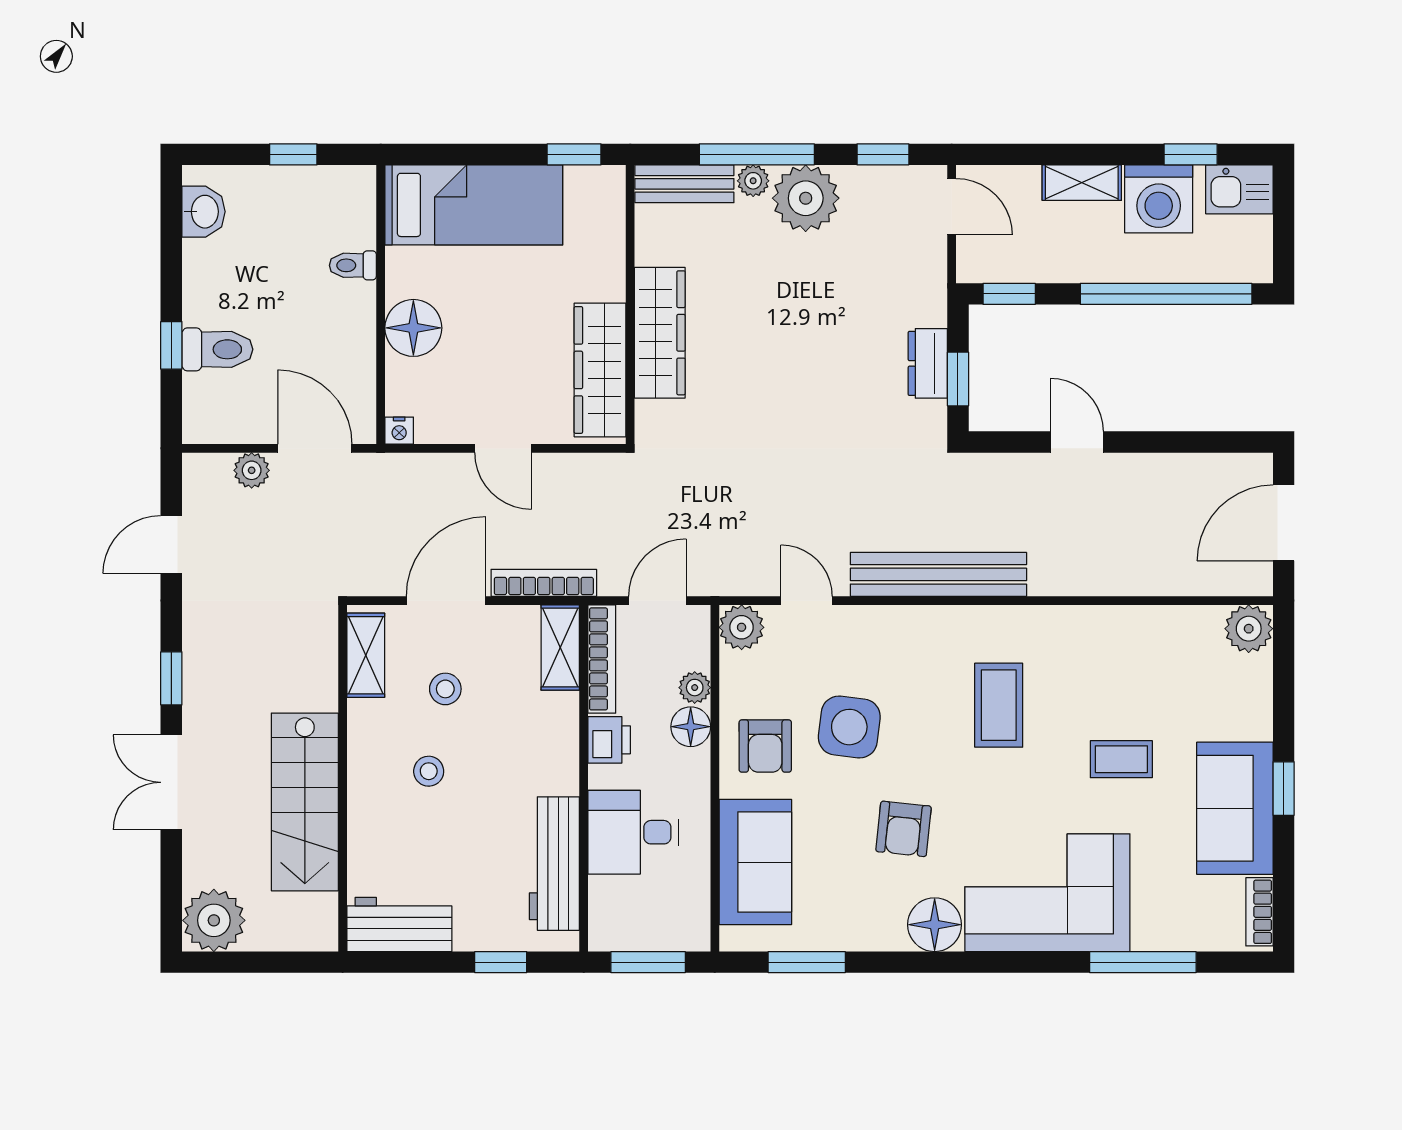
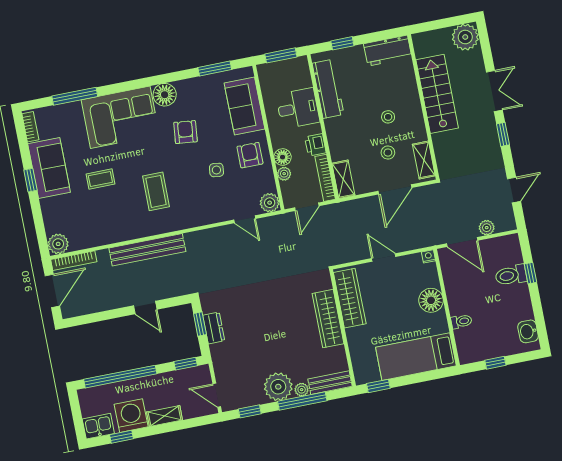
bench: (938, 574) -> (147, 250), moved
bookcase: (544, 583) -> (74, 261), moved
side table: (849, 727) -> (216, 170), width x0.54, depth x0.54

